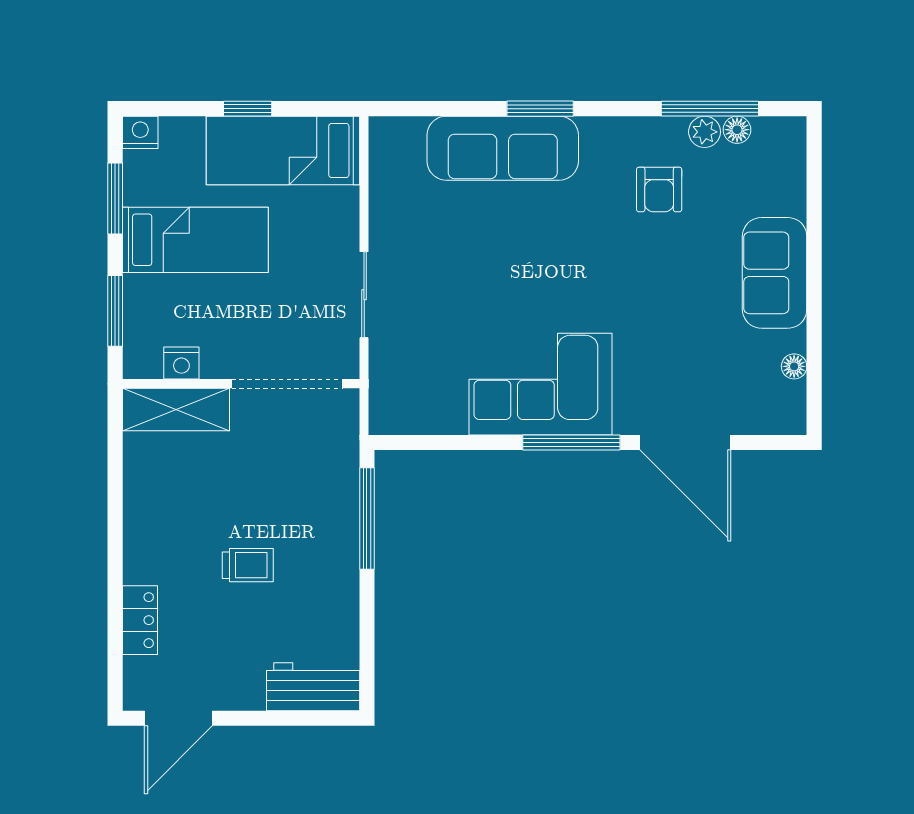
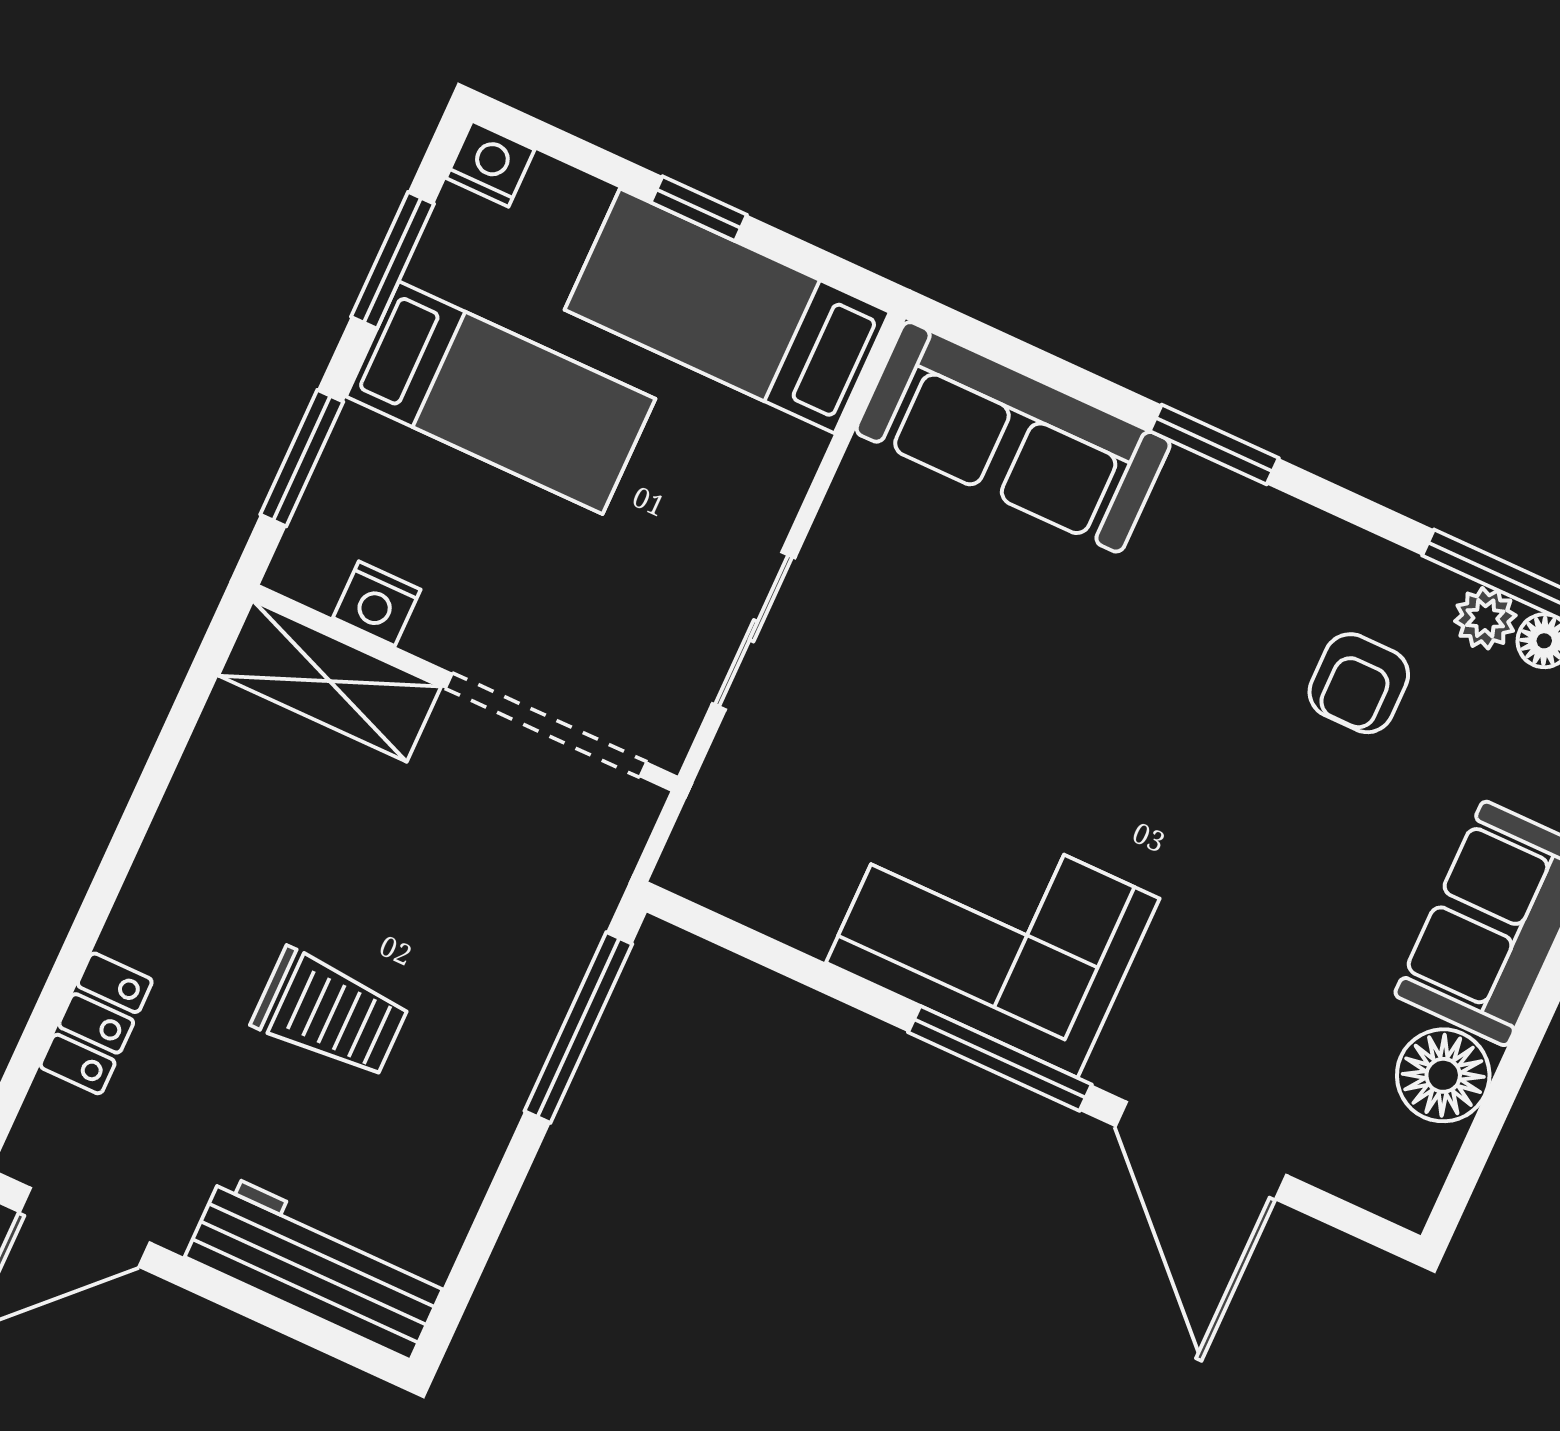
sofa: (503, 148) -> (1013, 437), moved
floor lamp: (794, 366) -> (1443, 1075), width x1.89, depth x1.89
trolley: (248, 565) -> (330, 1014), width x1.36, depth x1.39
workbench: (313, 687) -> (317, 1266), width x1.38

